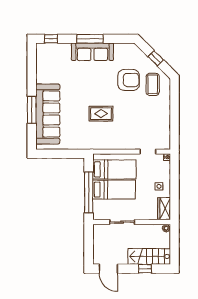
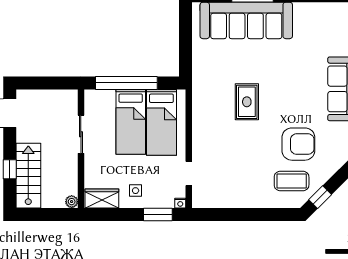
window: (156, 58) -> (320, 197), moved
armchair: (129, 80) -> (298, 144), turned -90
window: (175, 172) -> (158, 214), added

